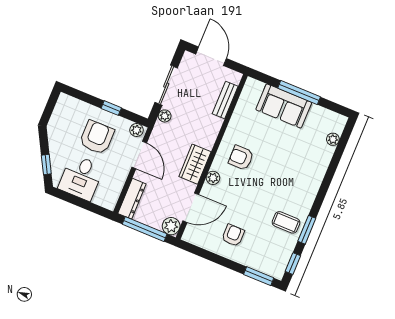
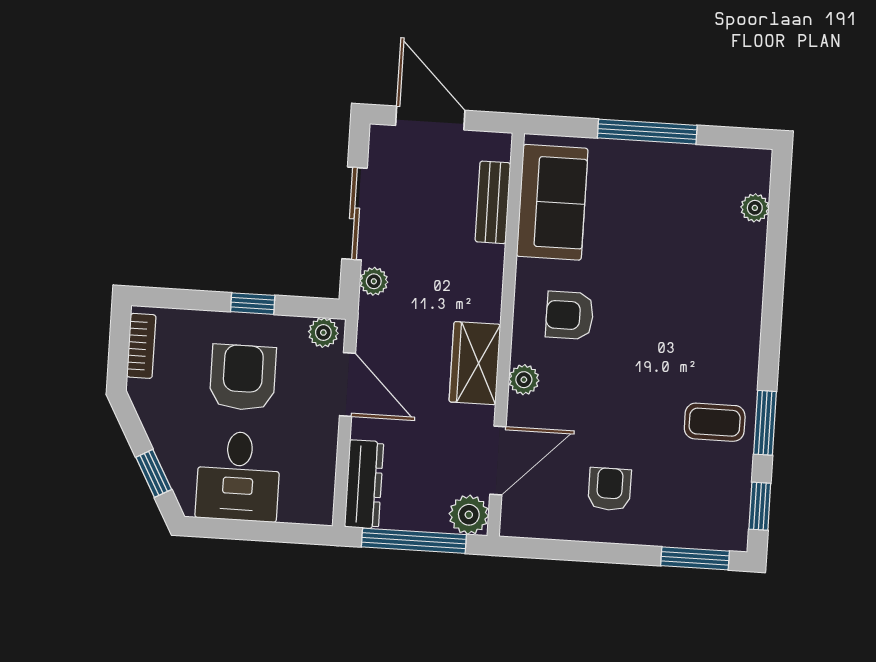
sofa: (284, 106) -> (552, 202), moved, turned -90
bookcase: (59, 110) -> (141, 346), added

